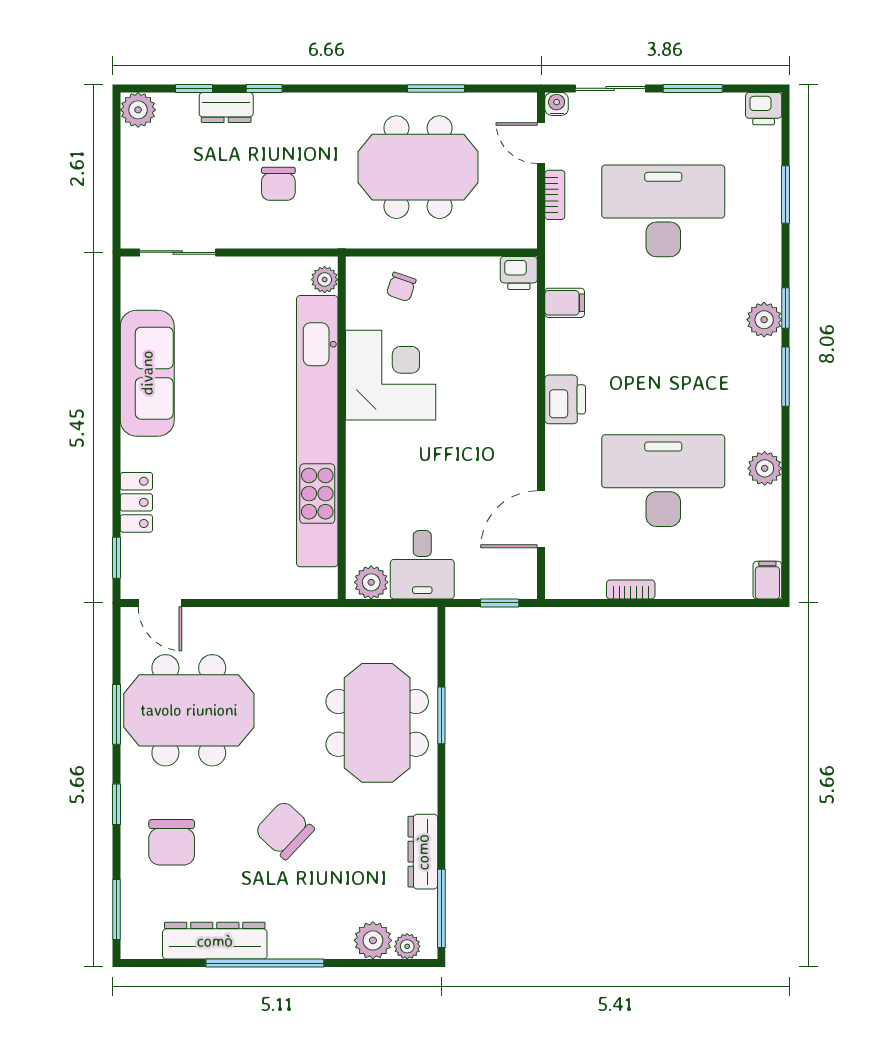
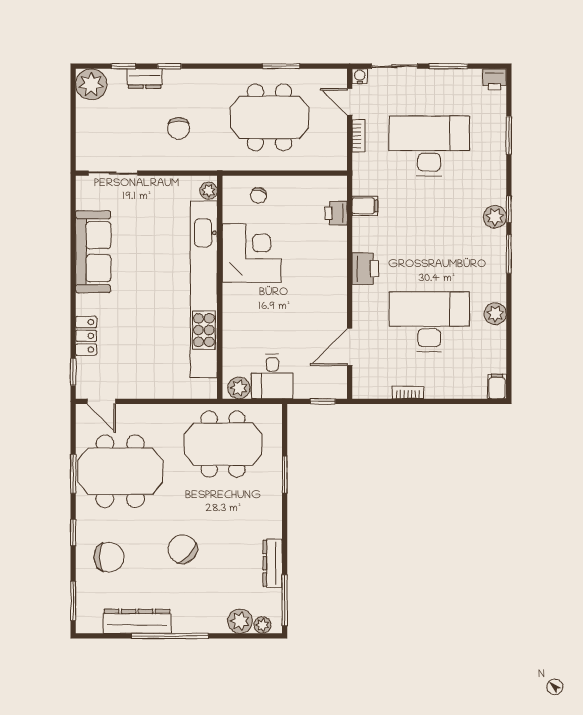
plant: (138, 110) -> (91, 84), width x1.36, depth x1.36
printer: (519, 273) -> (336, 213), moved, turned 90
meeting table: (377, 723) -> (223, 444), moved, turned 90
chair: (172, 842) -> (109, 557), turned -90

